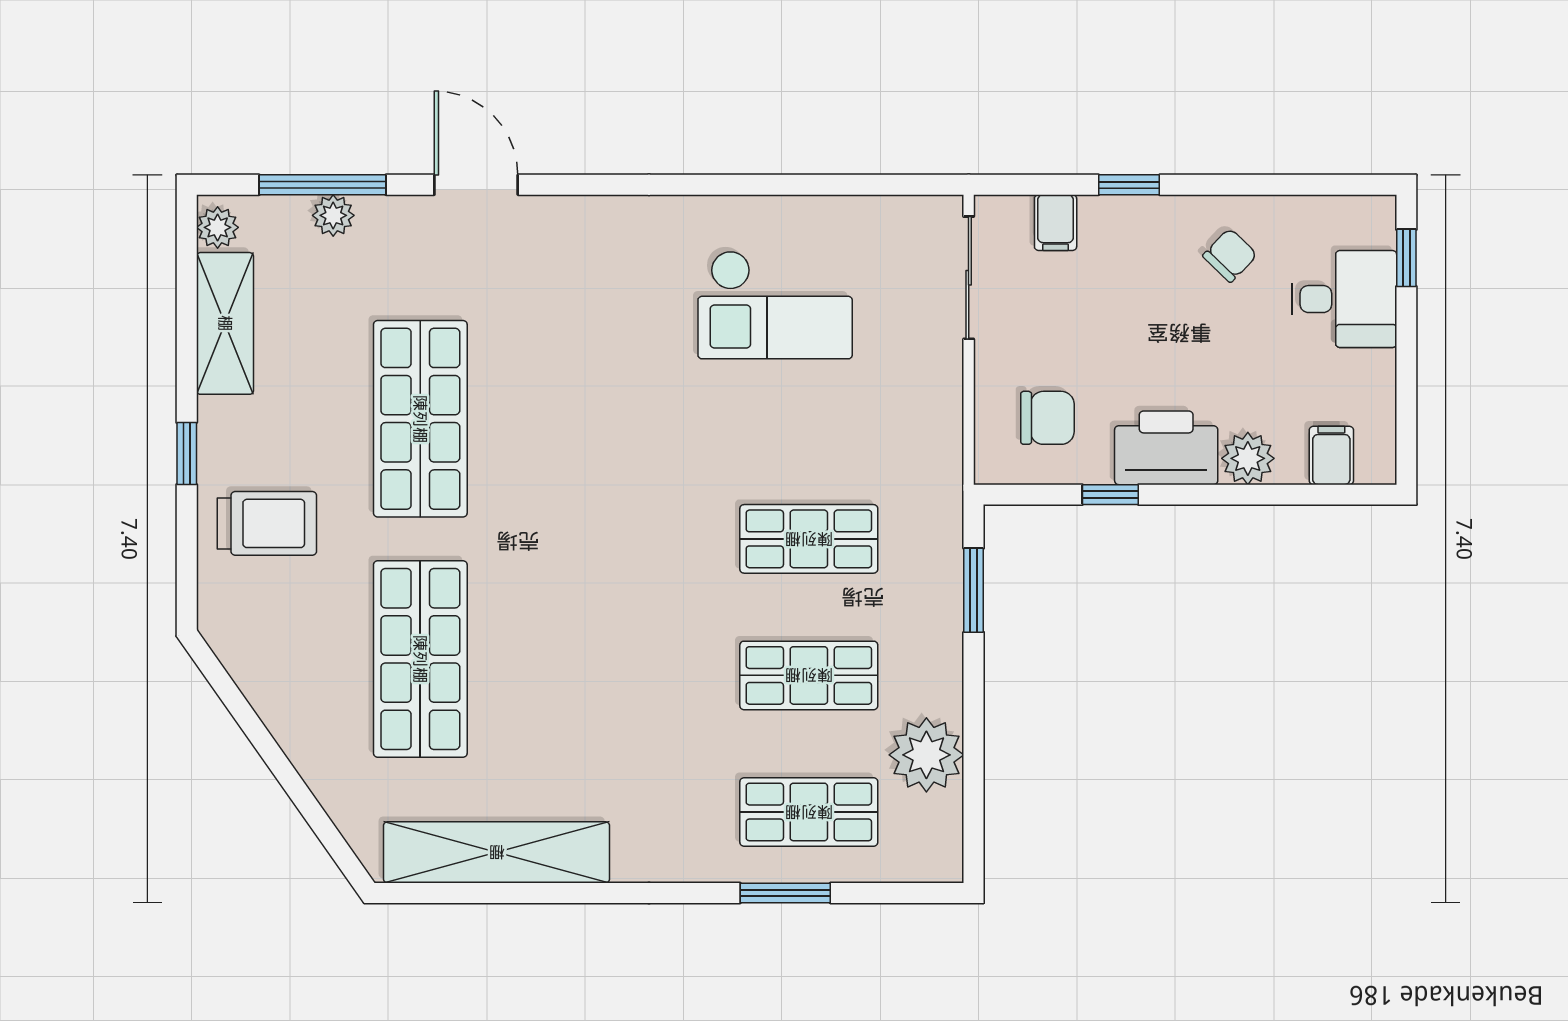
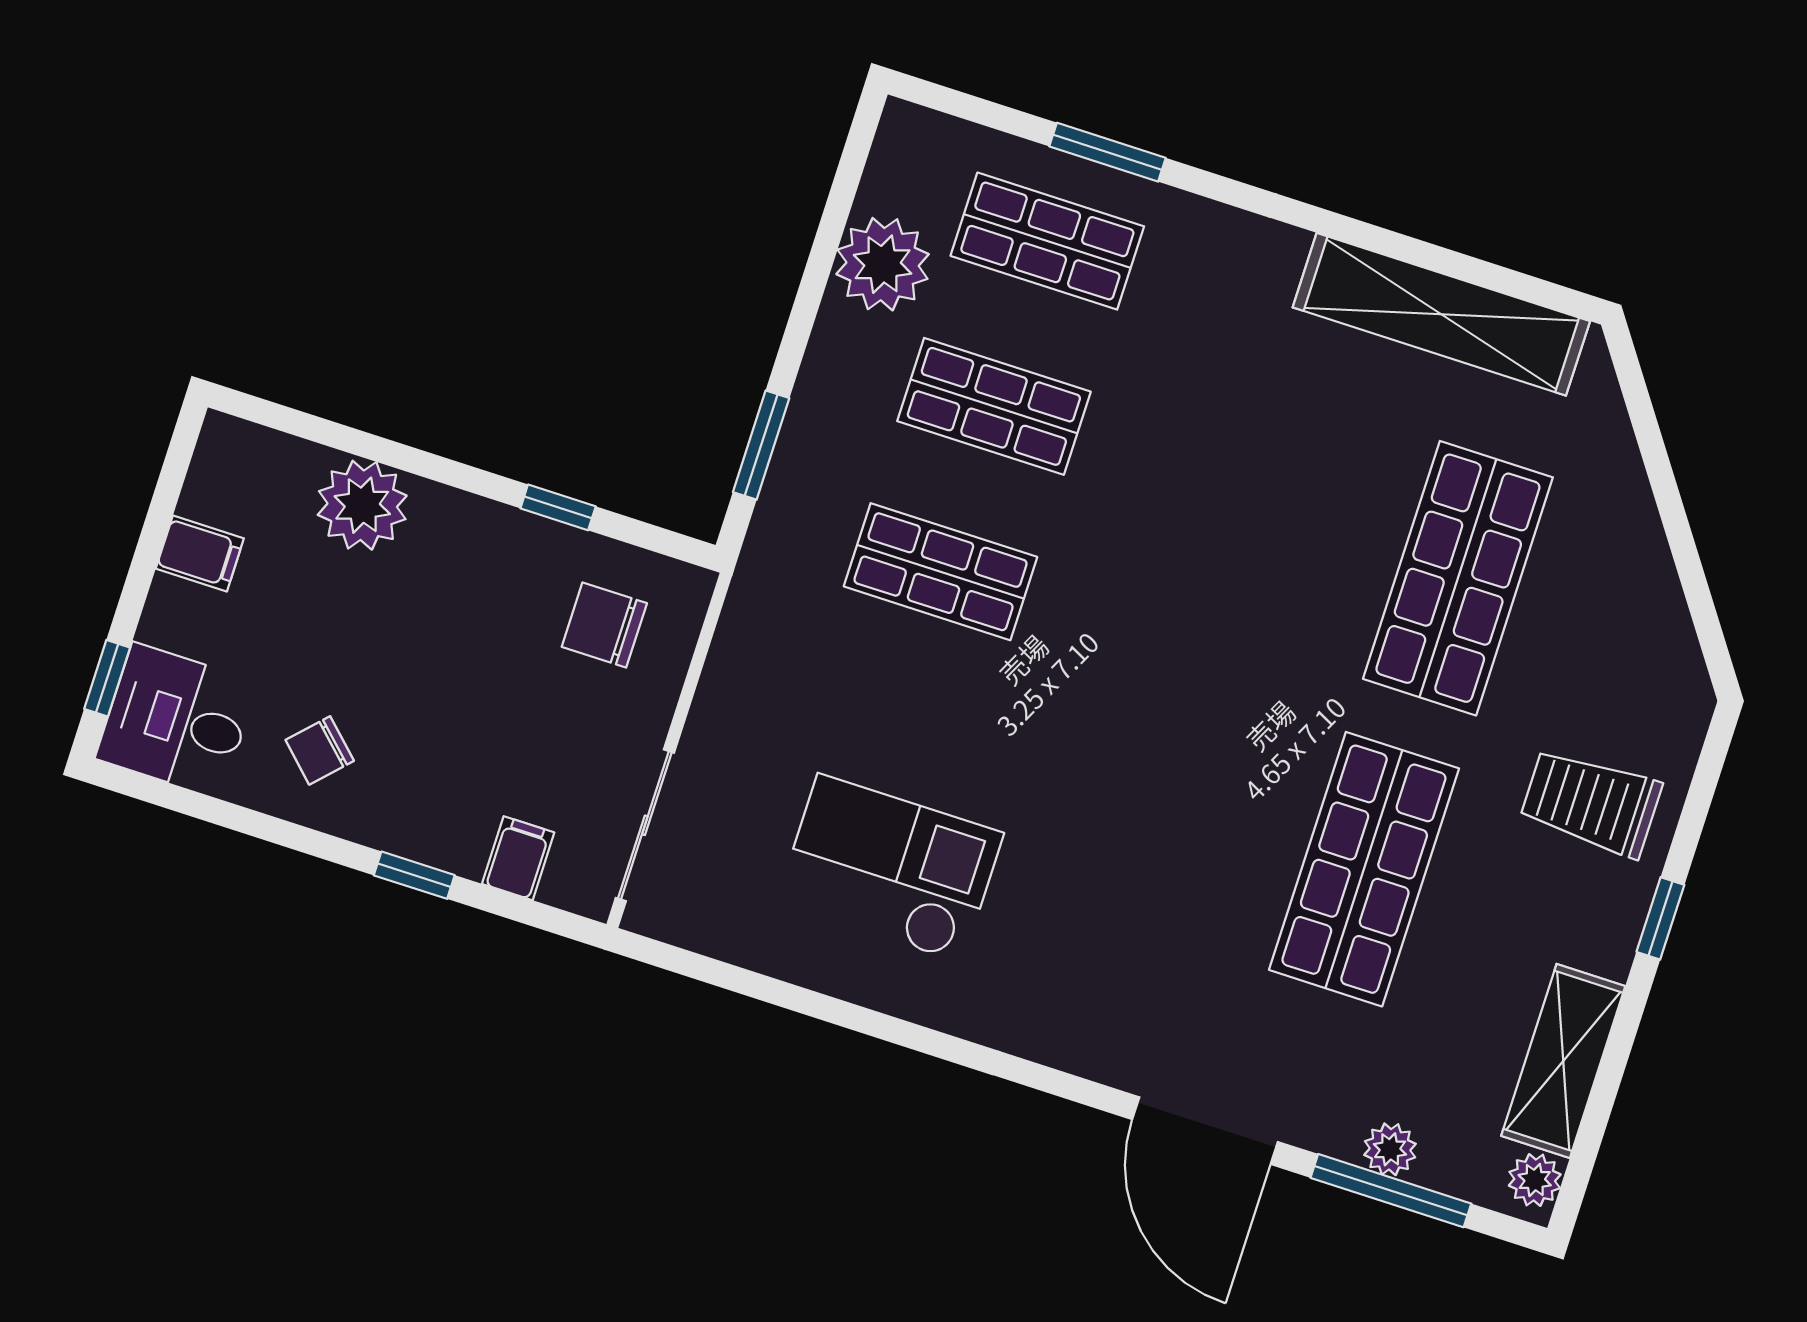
door: (476, 185) -> (1205, 1131), width x1.36
desk: (1344, 299) -> (177, 720), moved
printer: (1166, 448) -> (472, 542), removed
filing cabinet: (1331, 455) -> (200, 554), moved, turned -90
plant: (1248, 458) -> (362, 505), width x1.36, depth x1.36

